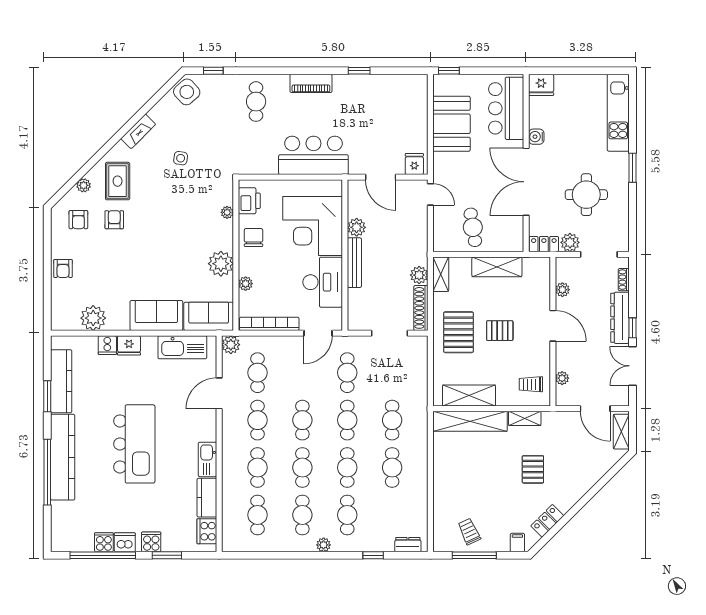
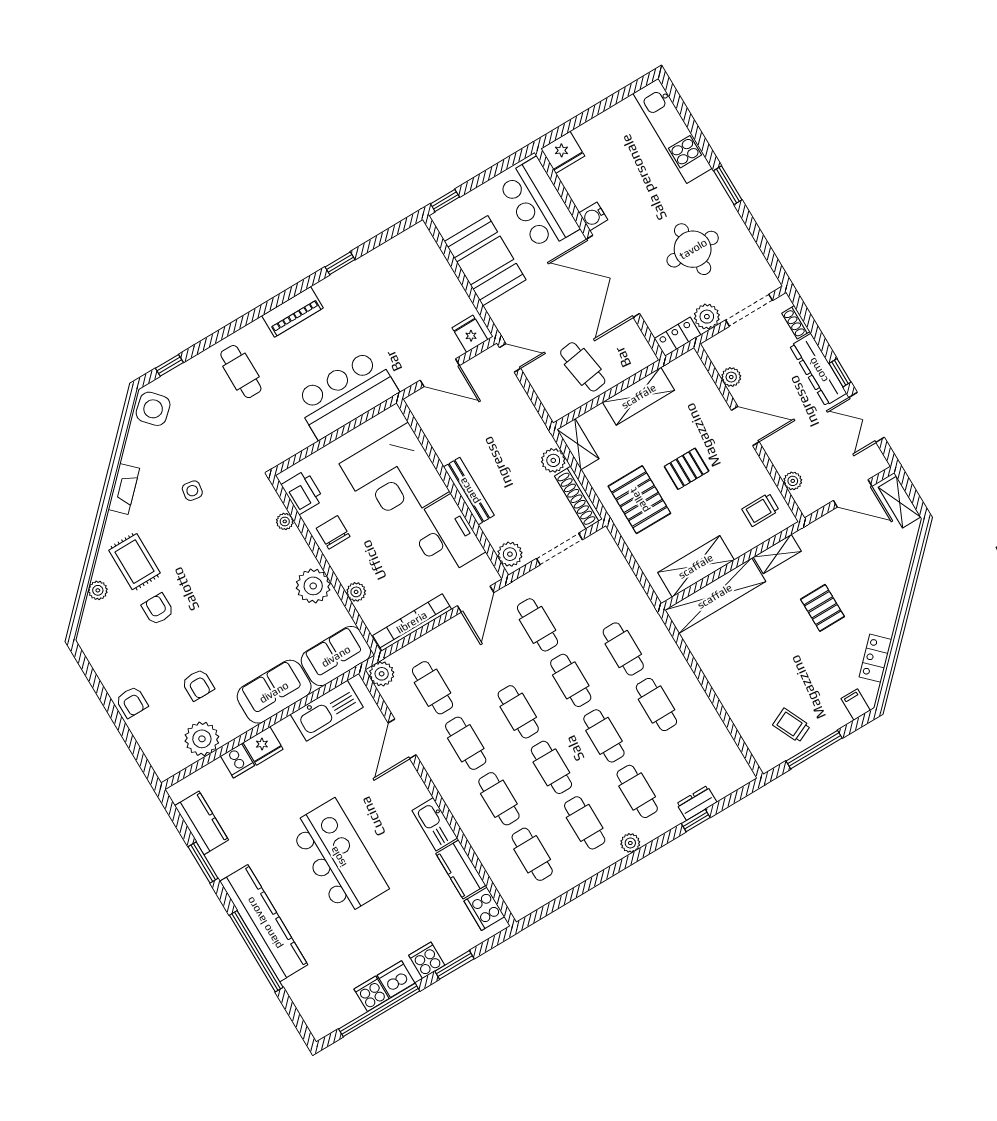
armchair: (78, 220) -> (198, 685), moved
plant: (357, 227) -> (510, 554), moved
kitchen counter: (61, 381) -> (201, 823), width x0.67
dresser: (408, 545) -> (697, 803), moved

